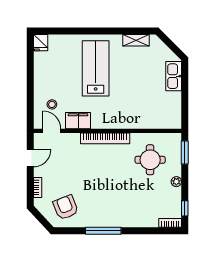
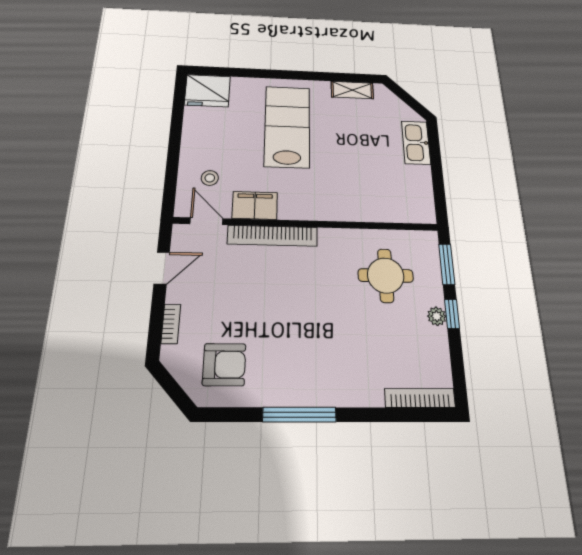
fridge: (41, 43) -> (207, 91), width x1.88, depth x1.34
bookcase: (105, 138) -> (273, 236), moved
armchair: (66, 207) -> (224, 365), turned 112
window: (185, 208) -> (452, 314), moved
bookcase: (170, 223) -> (420, 398), width x1.56

